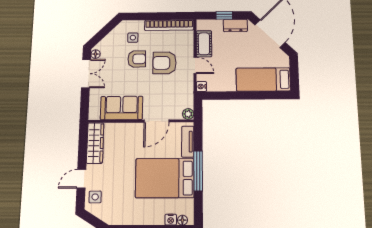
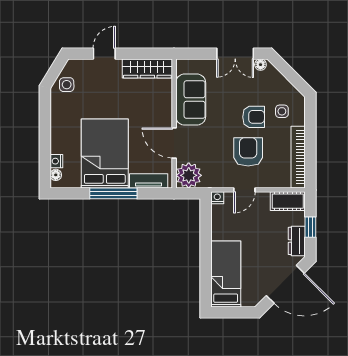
cot: (204, 44) -> (288, 201), moved
armchair: (137, 59) -> (254, 117), turned -89
plant: (188, 114) -> (189, 175), width x1.87, depth x1.87
door: (81, 179) -> (104, 54), hinge flipped
side table: (95, 197) -> (67, 85), moved

